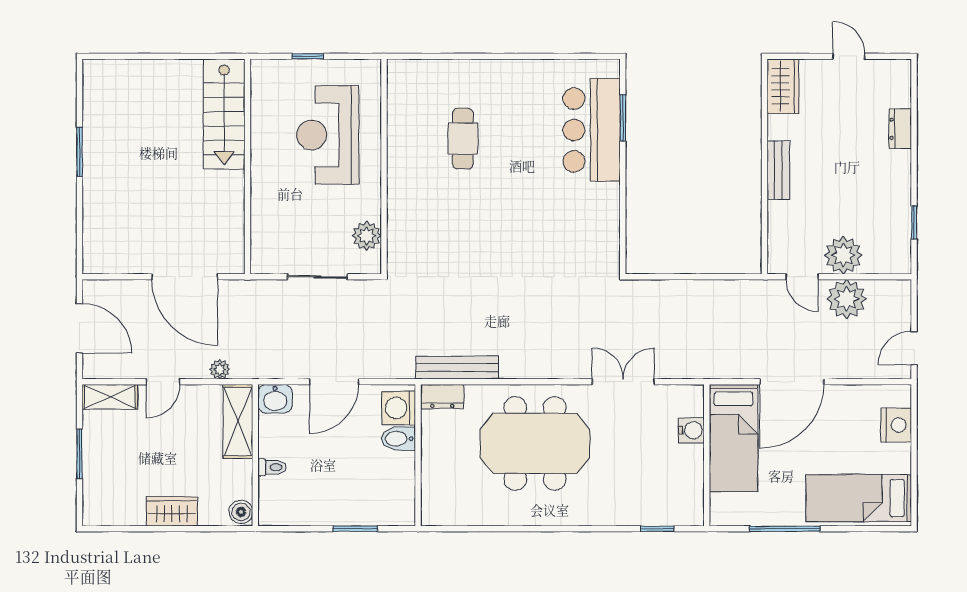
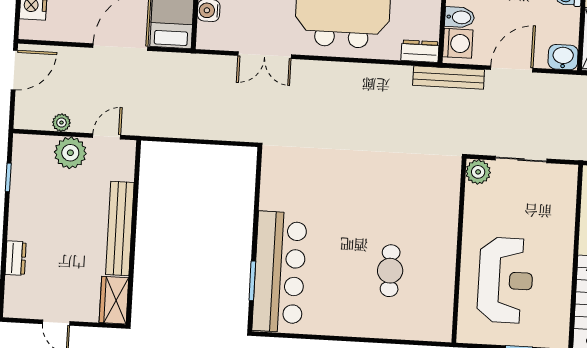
bar counter: (592, 130) -> (280, 272), width x1.36
bench: (778, 170) -> (120, 228), width x1.86, depth x1.21
plant: (367, 236) -> (478, 172), moved
door: (802, 277) -> (107, 136), hinge flipped
plant: (847, 299) -> (61, 123), width x0.53, depth x0.53
door: (914, 348) -> (14, 70), width x1.37
bench: (457, 368) -> (449, 78), moved

